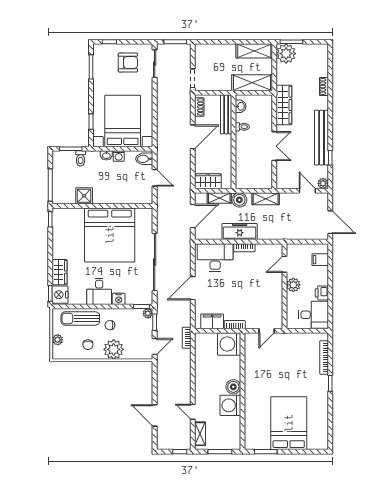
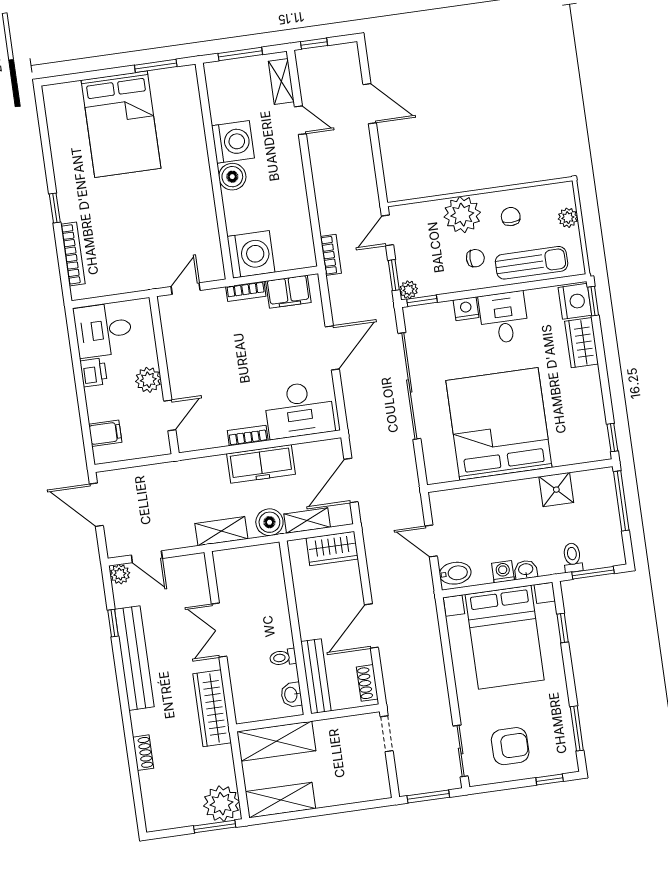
armchair: (128, 63) -> (510, 746), turned 180

